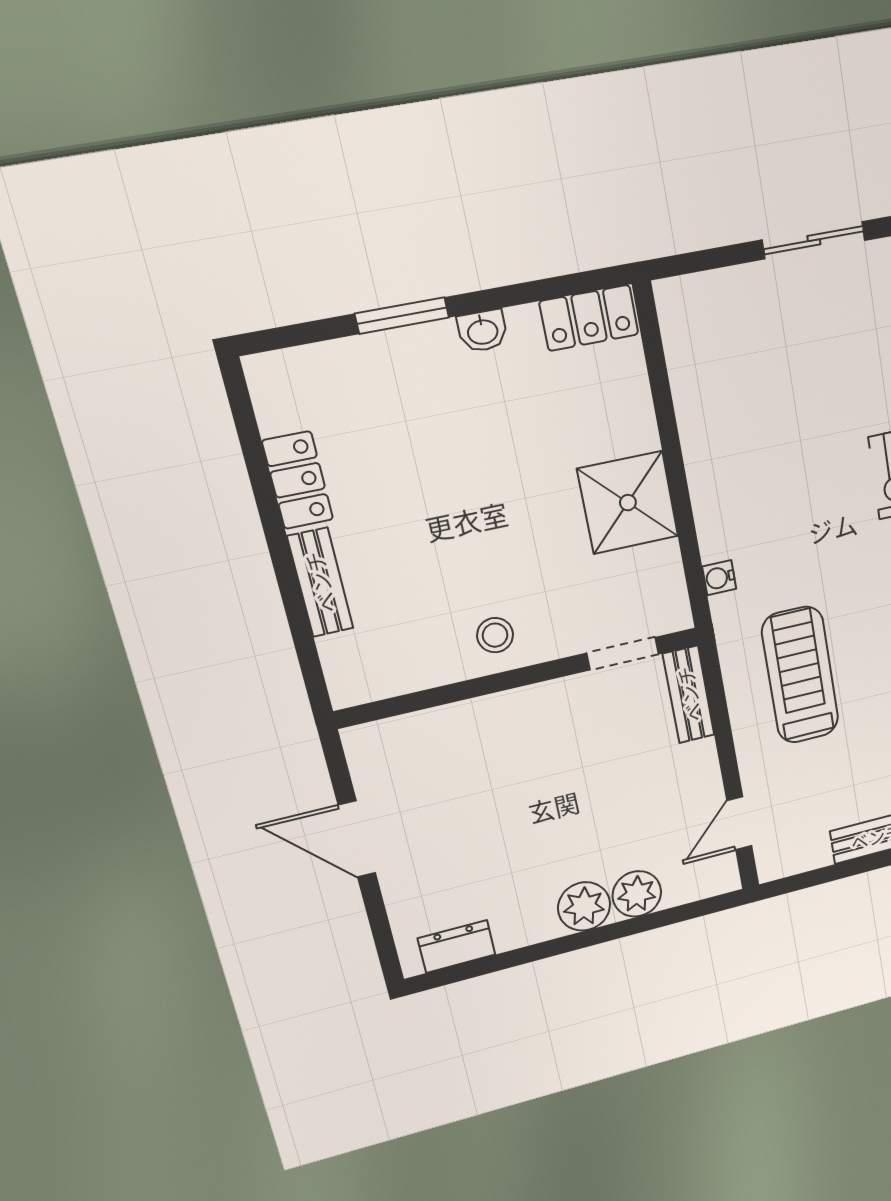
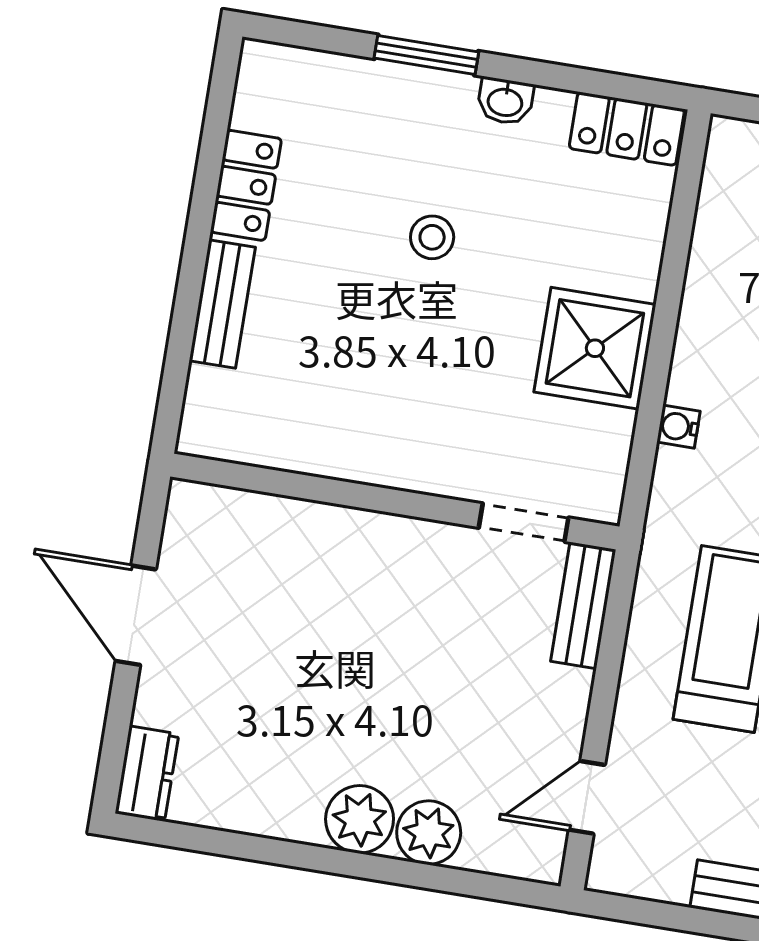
water cooler: (719, 578) -> (678, 427), moved
stool: (495, 635) -> (432, 237), moved
dresser: (457, 946) -> (147, 774), moved, turned 90

